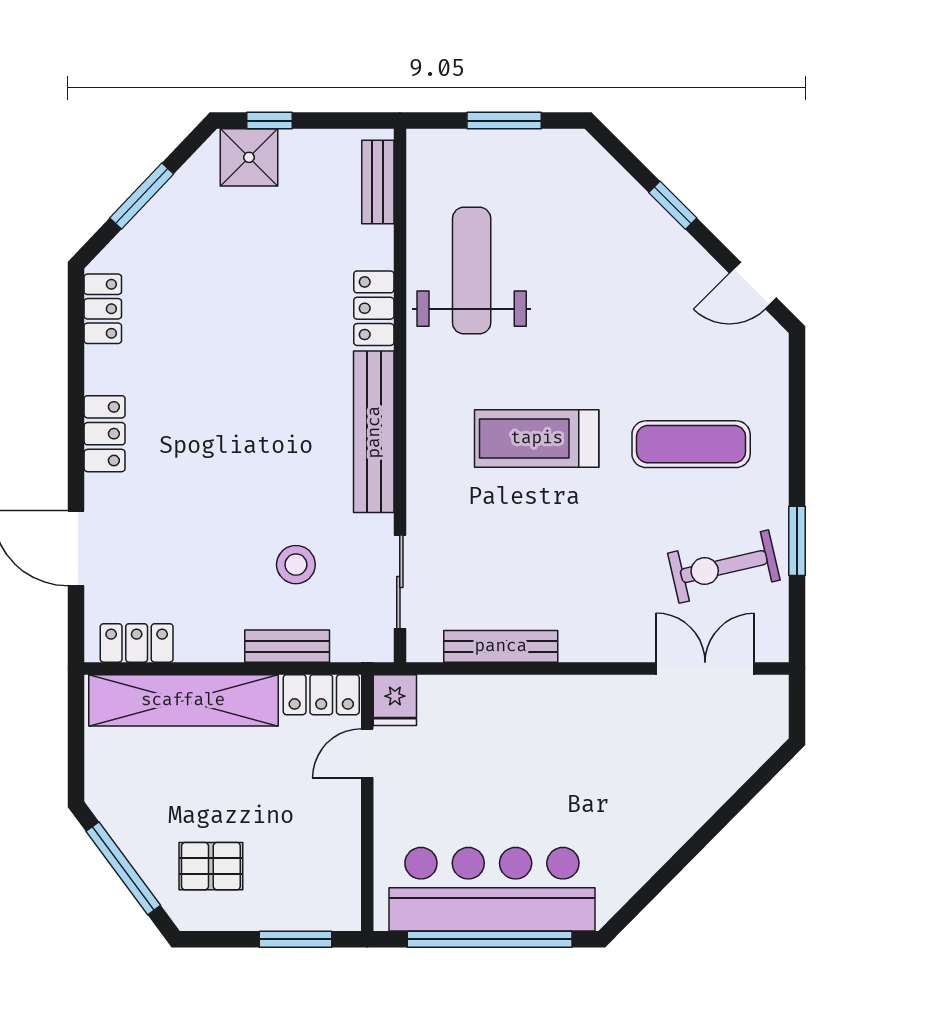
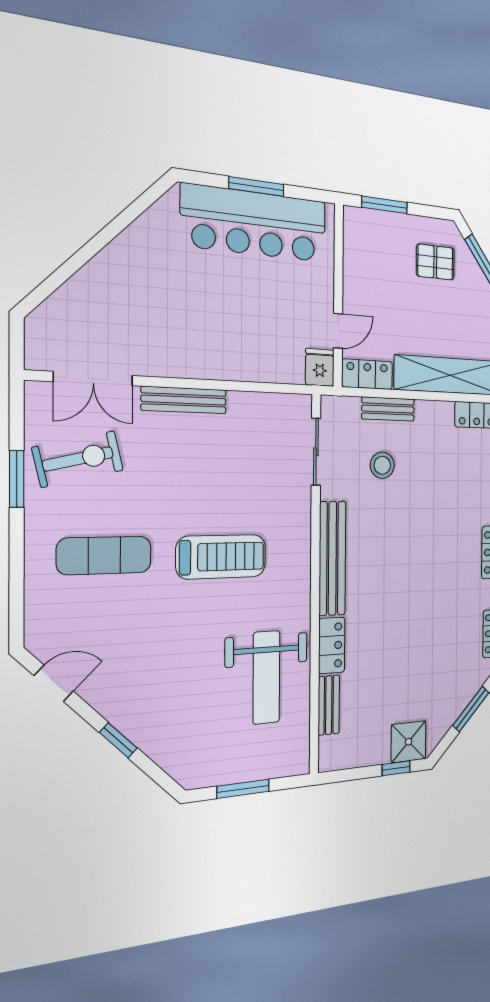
bench: (378, 182) -> (329, 705), moved
bench: (501, 646) -> (184, 400), moved
window: (490, 939) -> (256, 186), width x0.47

